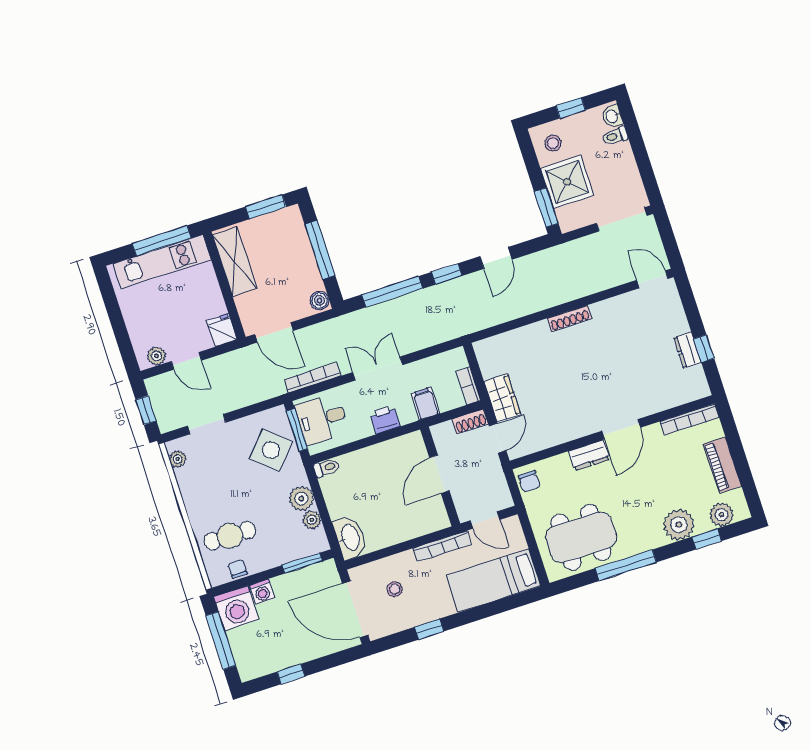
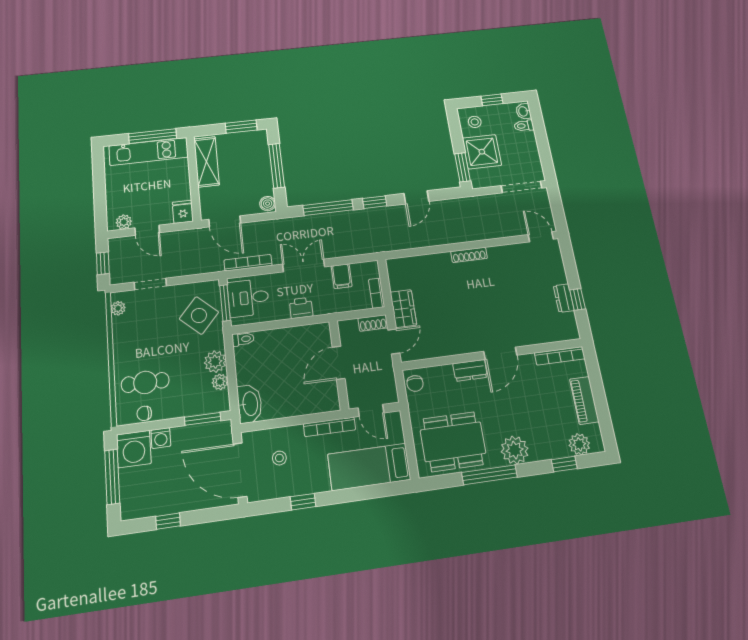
filing cabinet: (425, 403) -> (342, 276), moved, turned 180
plant: (679, 525) -> (515, 450), moved
chair: (238, 569) -> (144, 413), turned -90

